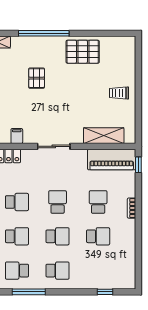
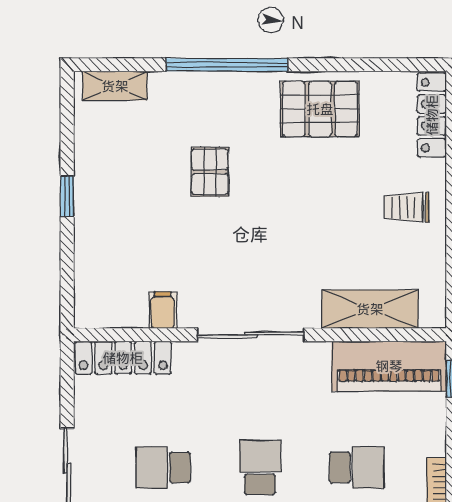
locker: (130, 54) -> (432, 115), added
sliding door: (54, 146) -> (251, 335), width x1.37
school desk: (17, 202) -> (163, 467), turned 180
school desk: (98, 202) -> (357, 467), turned 90

